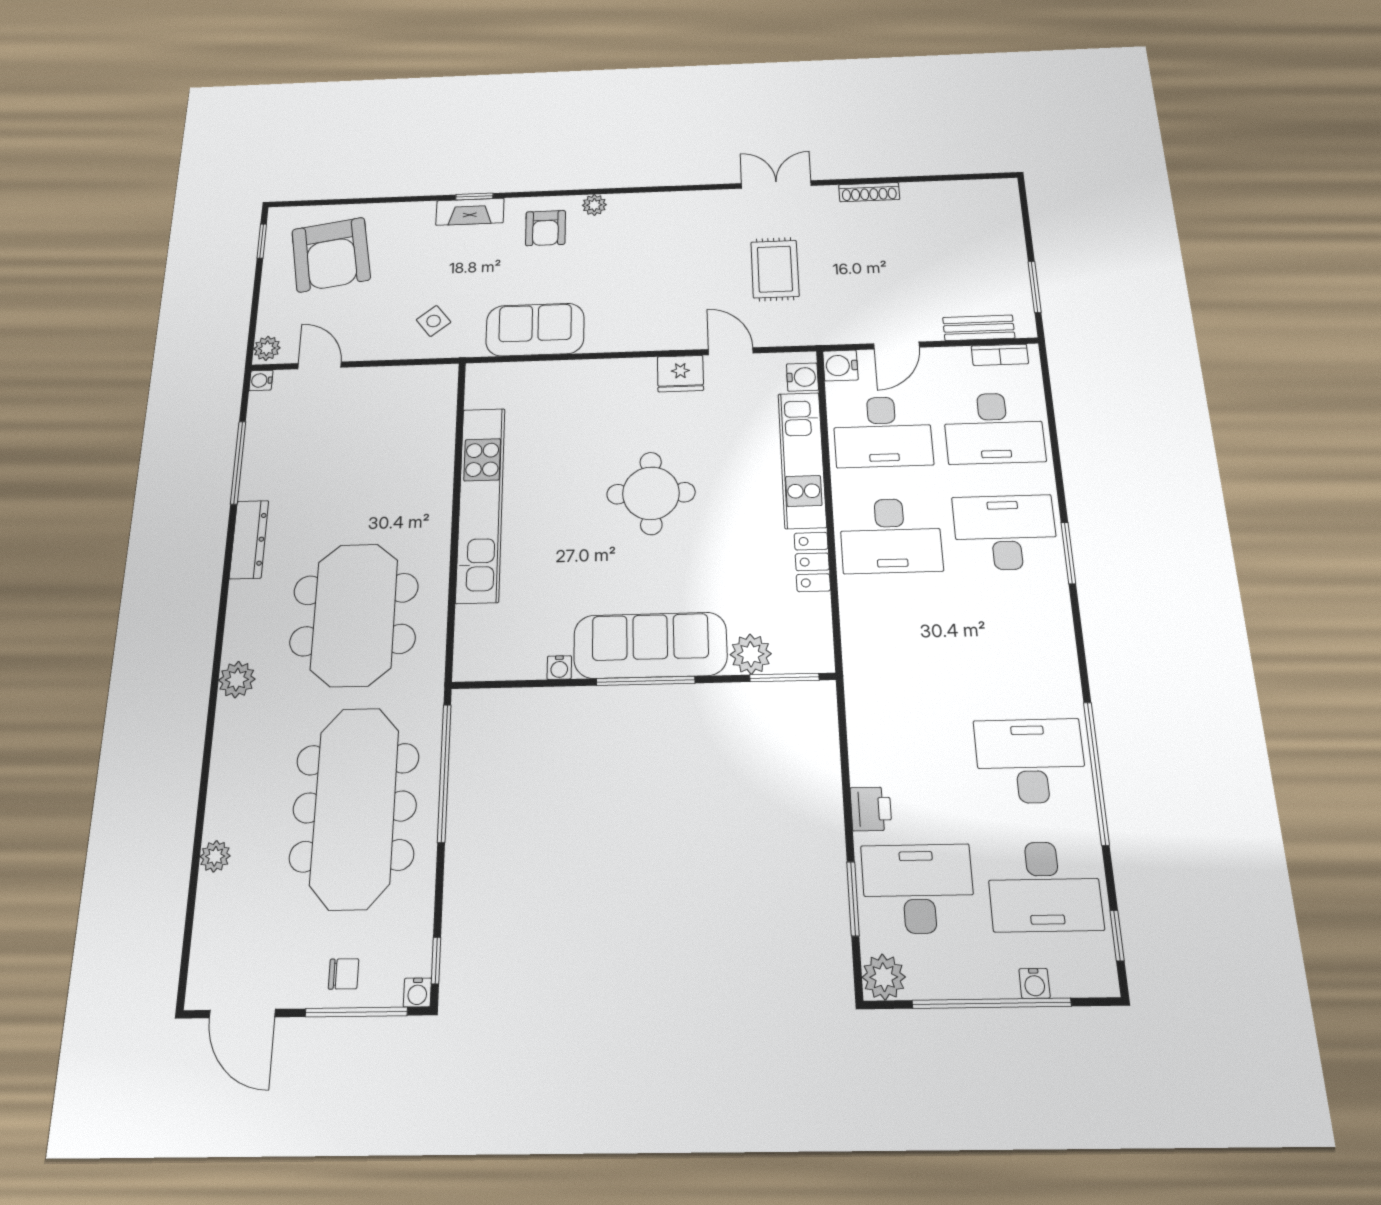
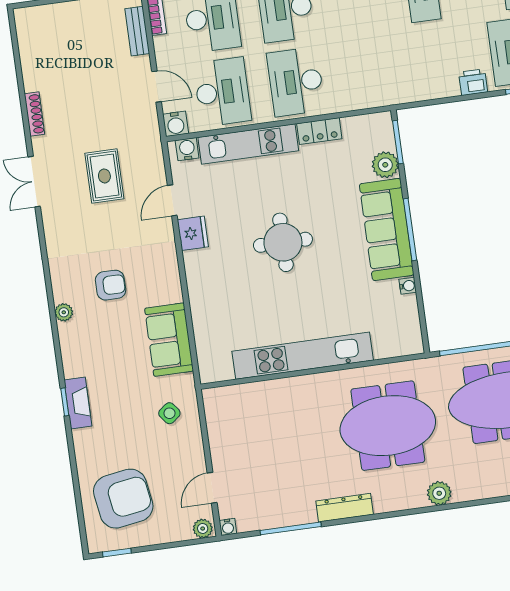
armchair: (545, 228) -> (111, 285), moved
rug: (775, 269) -> (104, 176), turned 90
desk: (891, 536) -> (296, 82), turned 180

